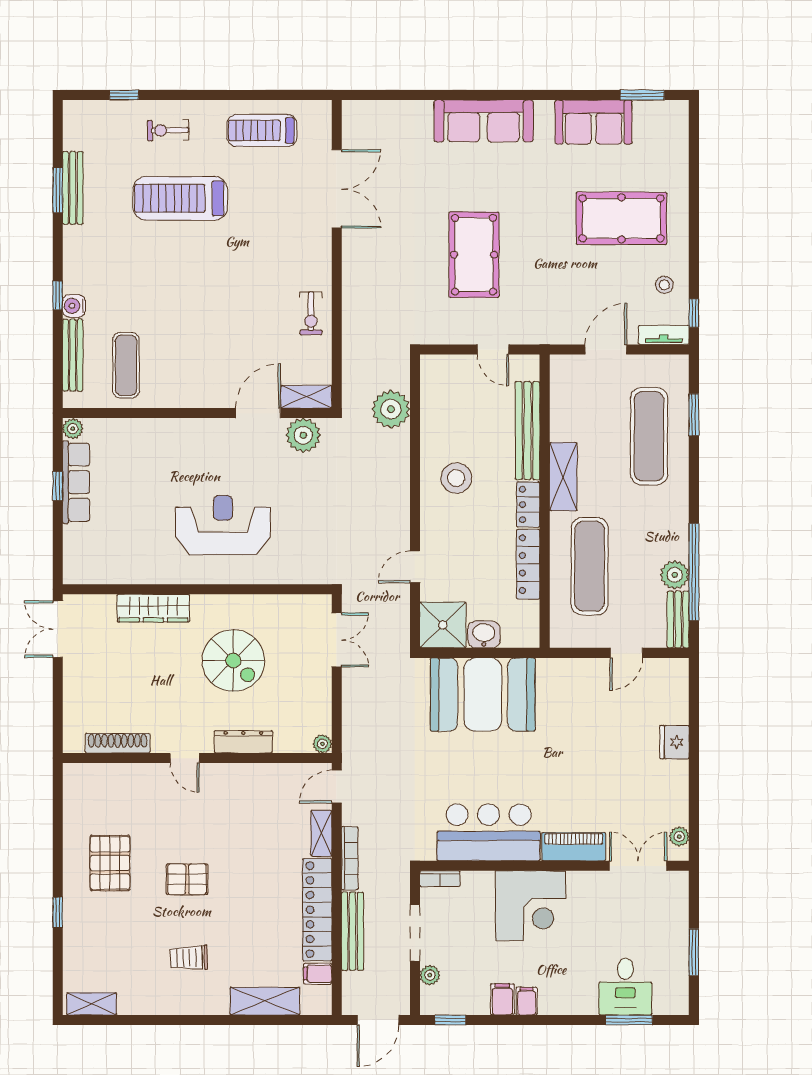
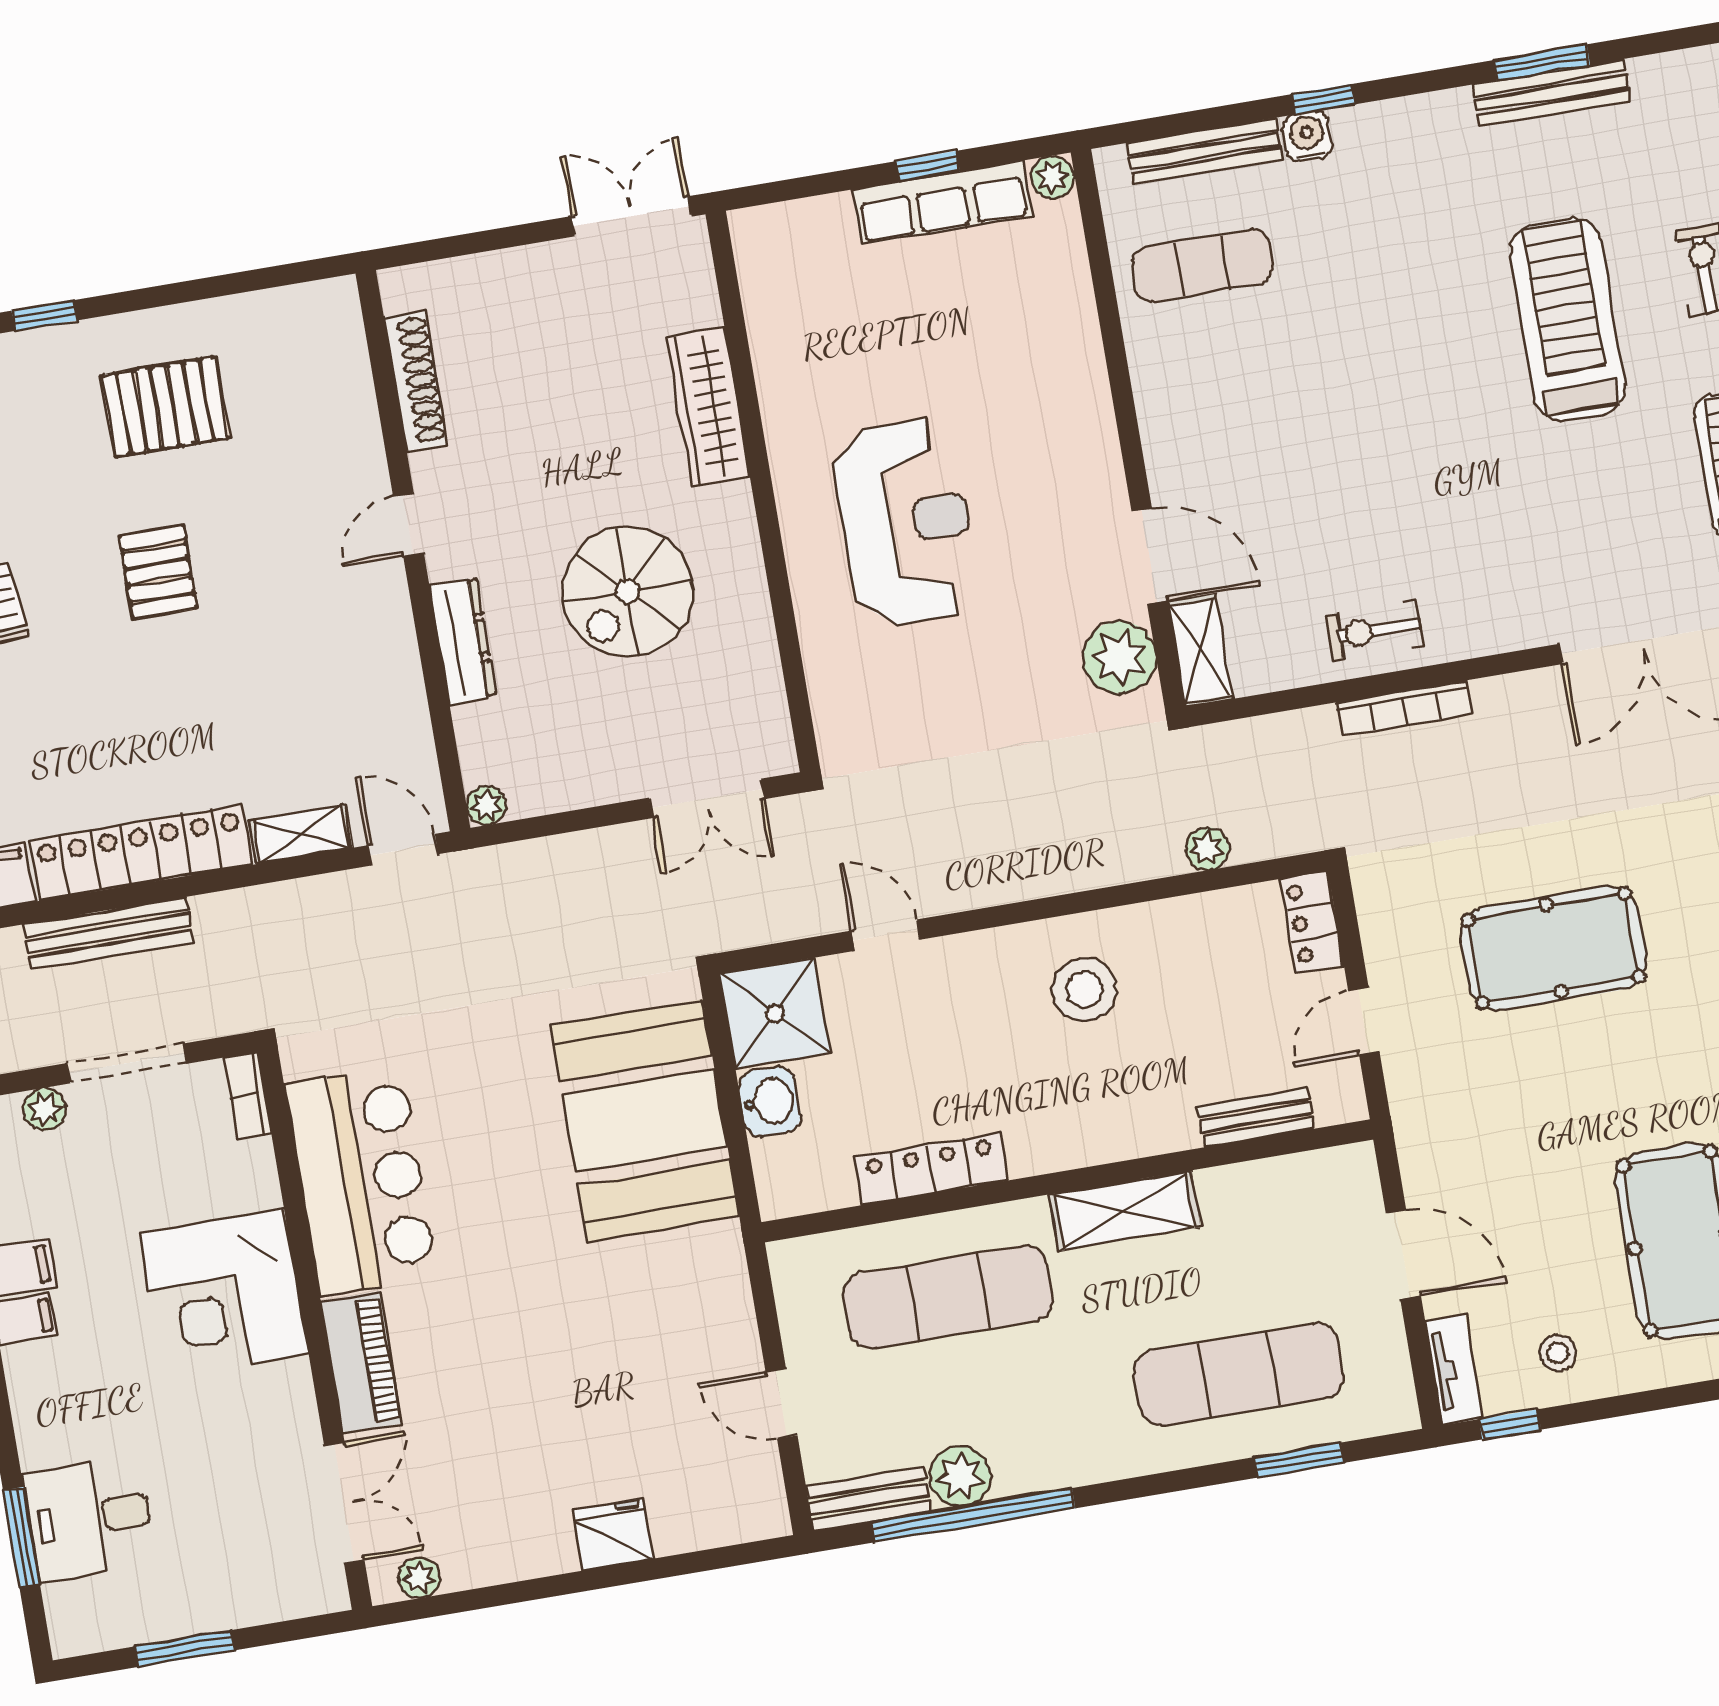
plant: (391, 409) -> (1207, 849), width x0.53, depth x0.53
bench: (528, 431) -> (1256, 1117), width x0.54, depth x0.82
locker: (528, 504) -> (1312, 922), moved, turned -90
bookcase: (350, 858) -> (1405, 708), moved

